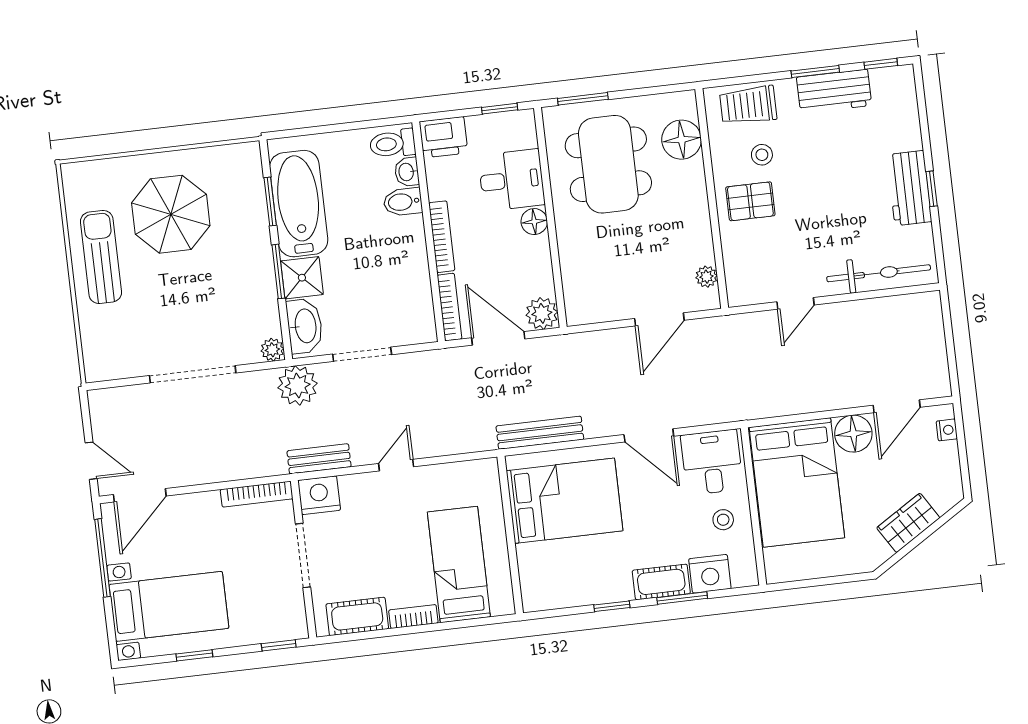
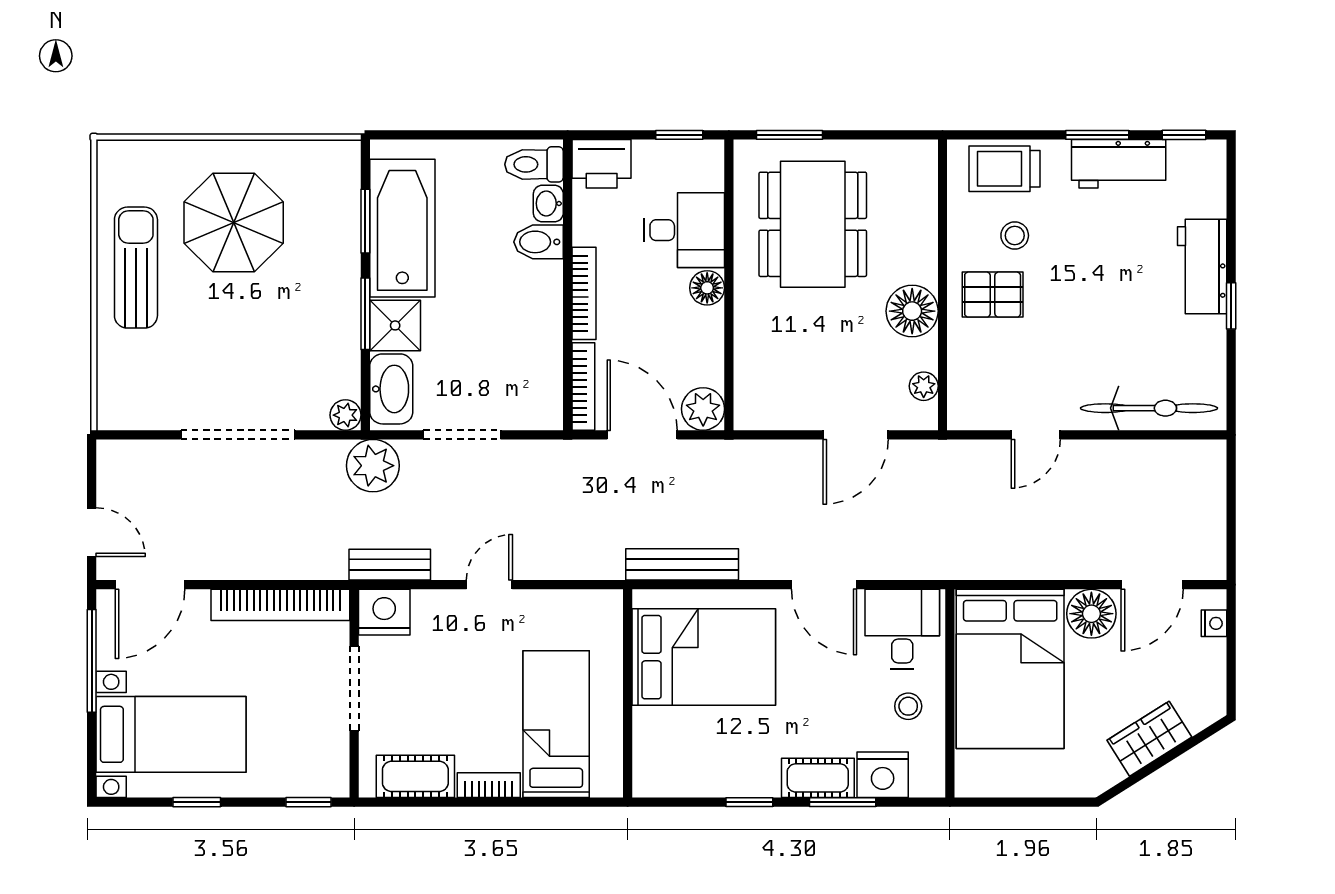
floor lamp: (682, 140) -> (912, 311), moved
workbench: (909, 188) -> (1202, 266), moved
bookcase: (257, 494) -> (280, 605), width x1.48, depth x1.31

